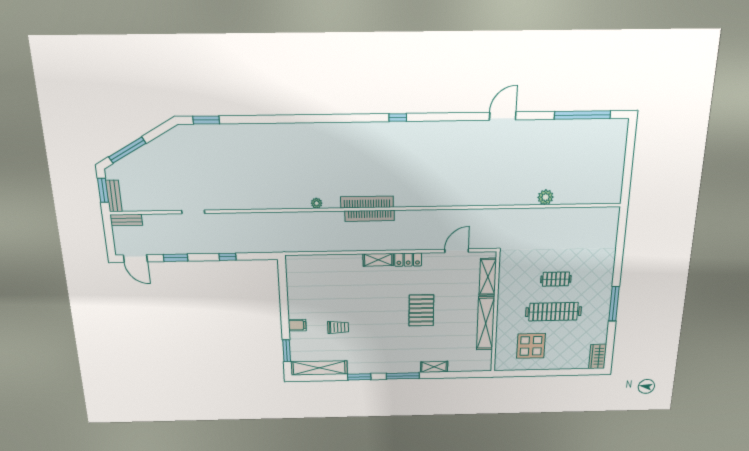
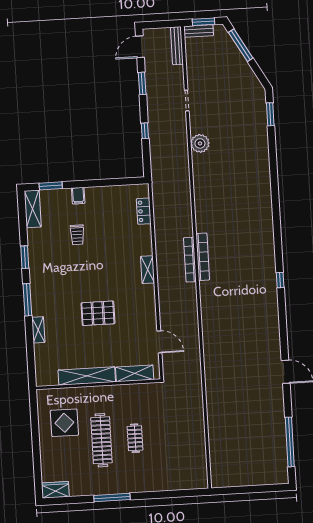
plant: (546, 197) -> (214, 419), removed
plant: (317, 203) -> (200, 143), moved, width x1.88, depth x1.88
bench: (126, 220) -> (177, 46), width x1.36
locker: (408, 260) -> (144, 211), moved
shelving: (319, 368) -> (33, 209), width x0.68

